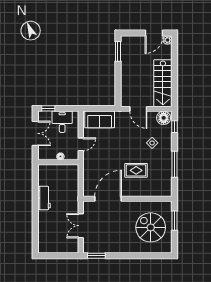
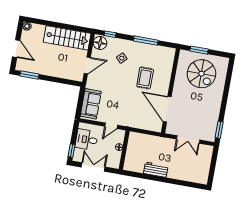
door: (154, 33) -> (16, 49), moved
door: (81, 144) -> (111, 126), swing flipped
spiral stairs: (151, 227) -> (201, 74), turned -90

